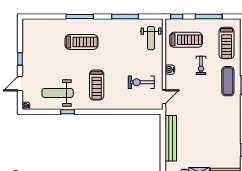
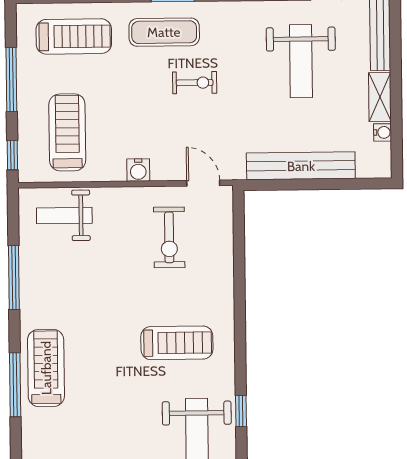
weight bench: (151, 38) -> (64, 216), turned 180
treadmill: (82, 42) -> (46, 368), moved
exercise bike: (201, 65) -> (195, 83), moved
weight bench: (215, 139) -> (301, 61), added

